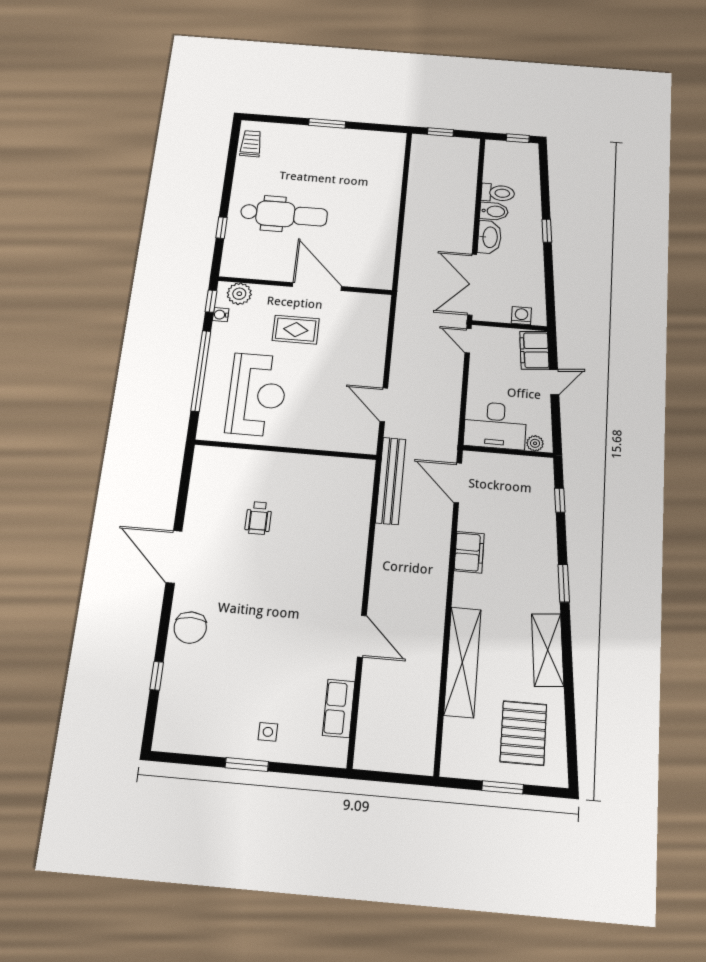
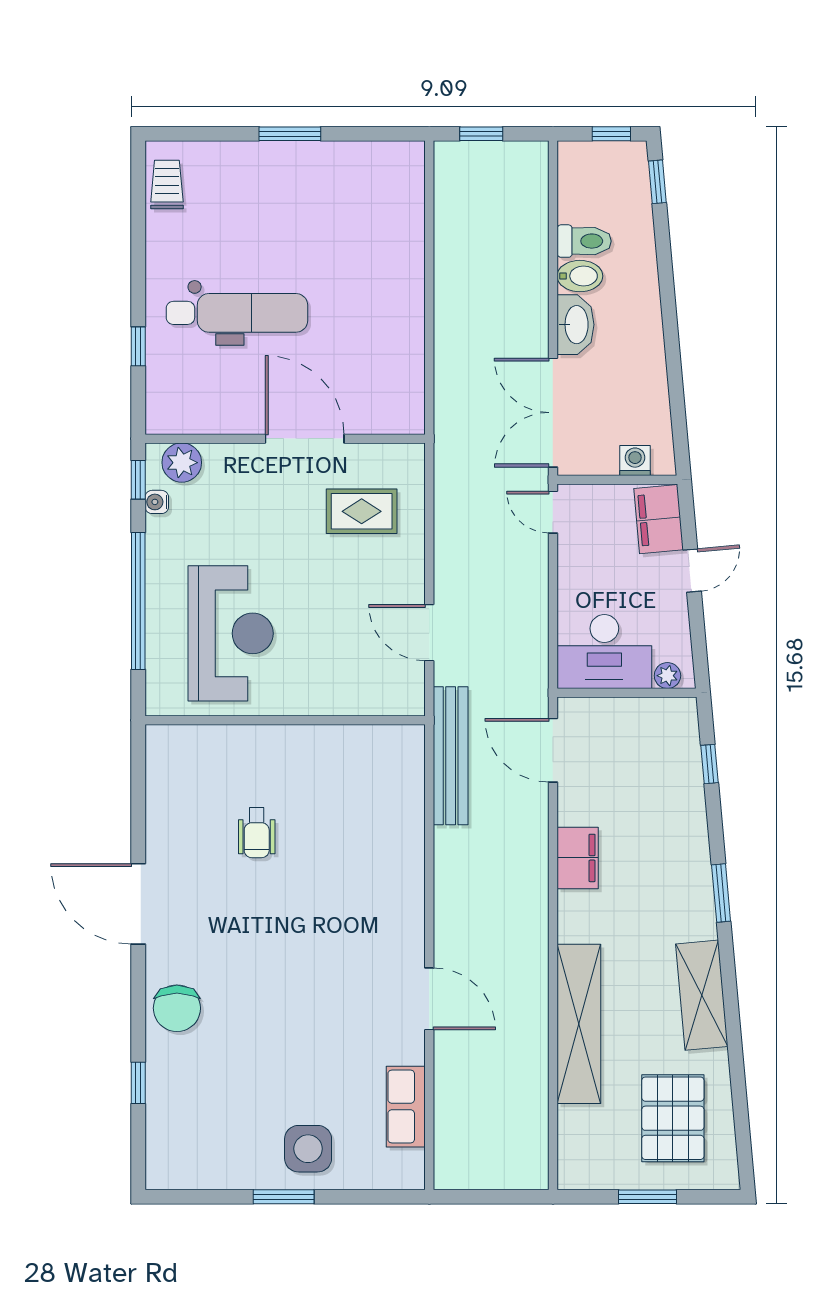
window: (547, 231) -> (657, 182), moved
rug: (296, 330) -> (362, 511), moved
side table: (268, 732) -> (308, 1149), width x1.87, depth x1.87

